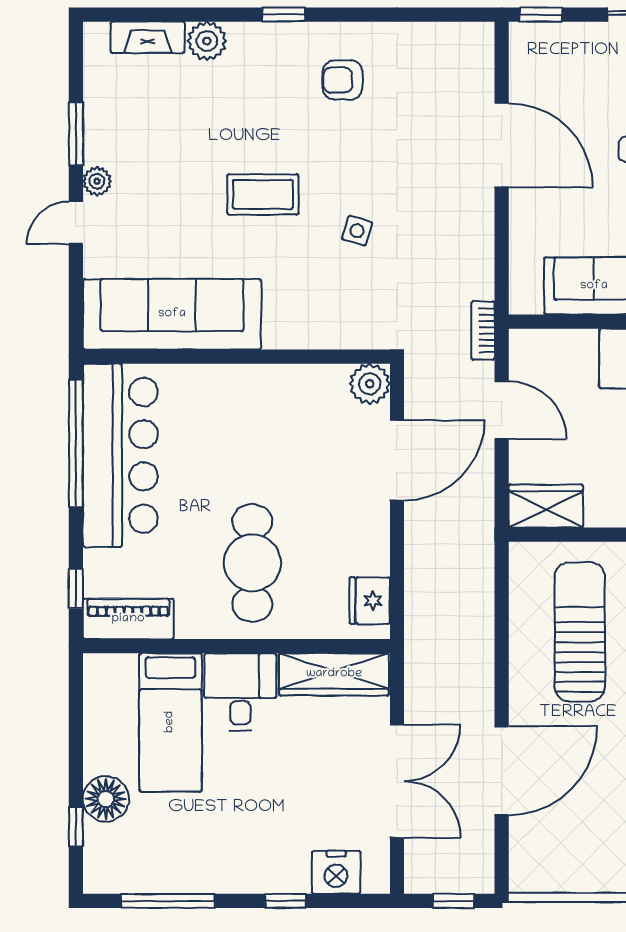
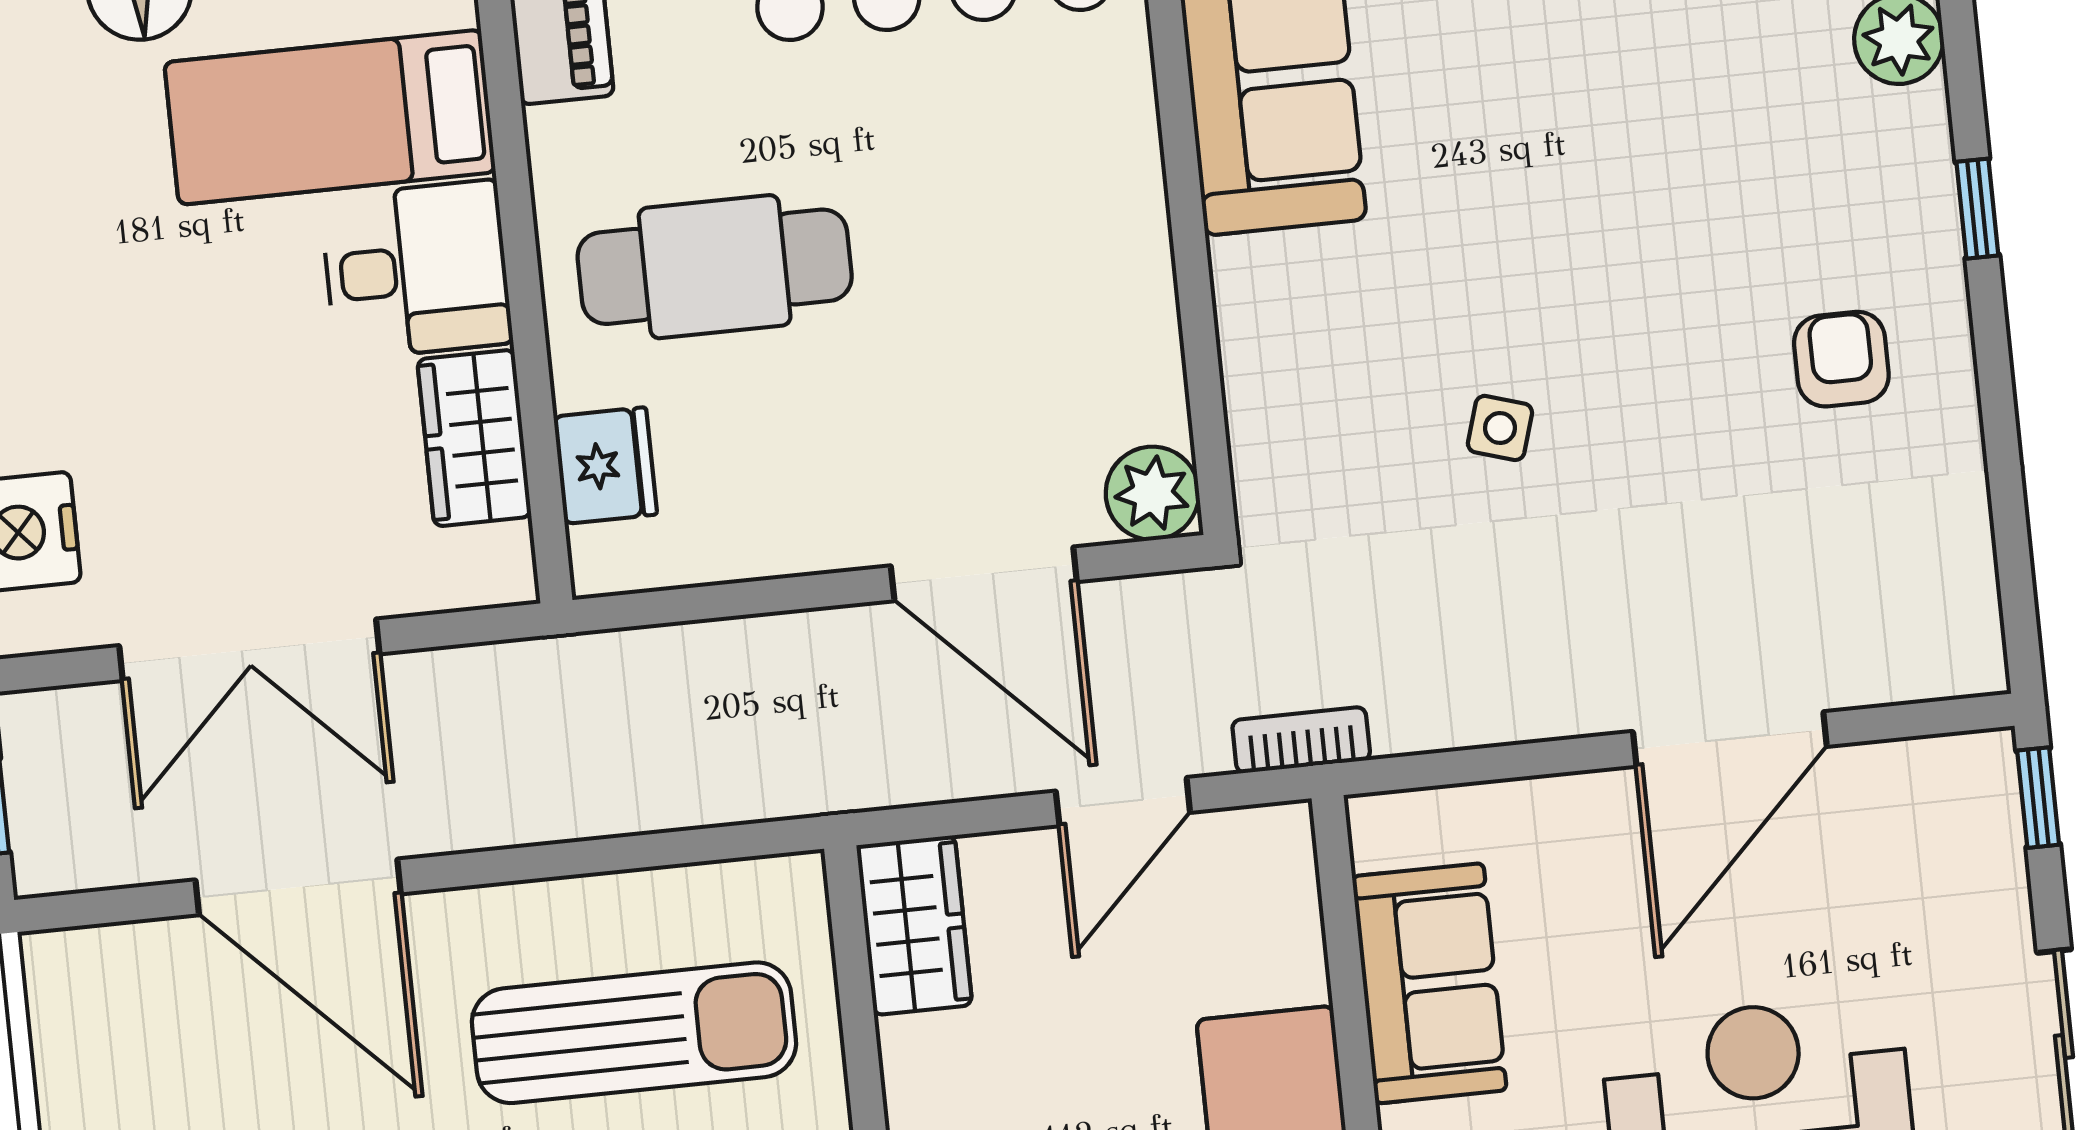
coffee table: (263, 194) -> (1561, 204), removed
fridge: (370, 601) -> (605, 466), moved, turned 90
wardrobe: (334, 674) -> (474, 438), width x0.67

